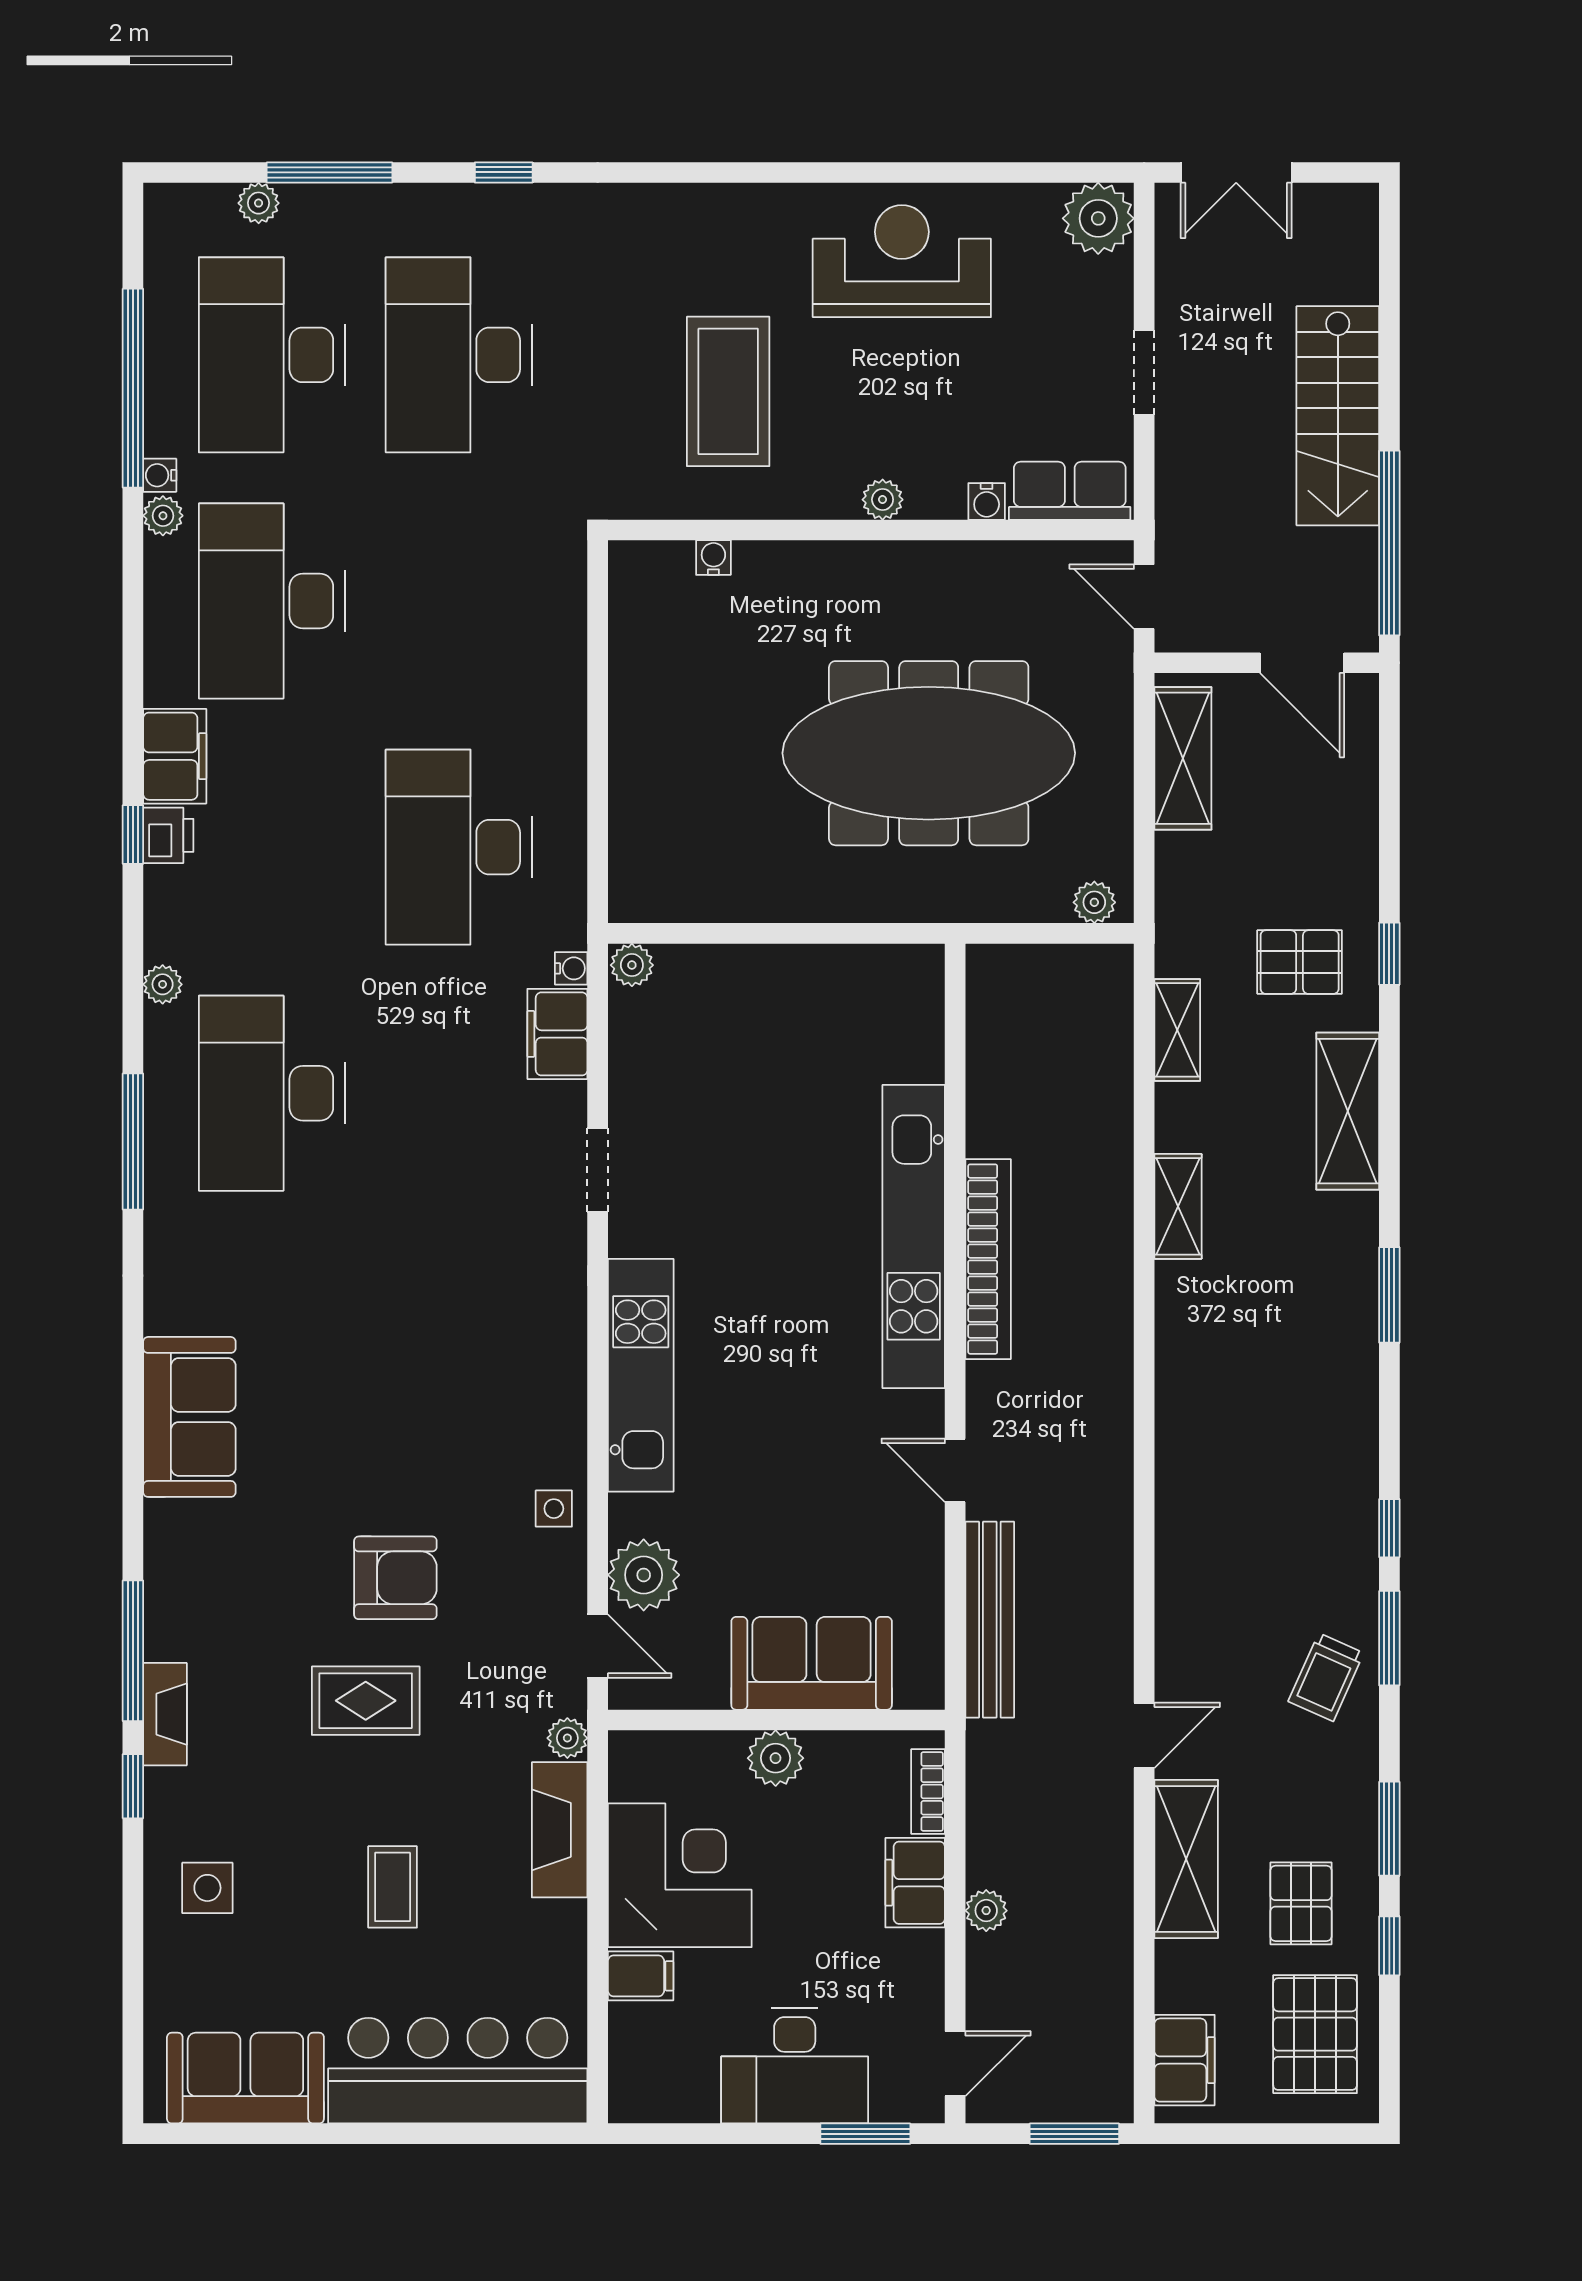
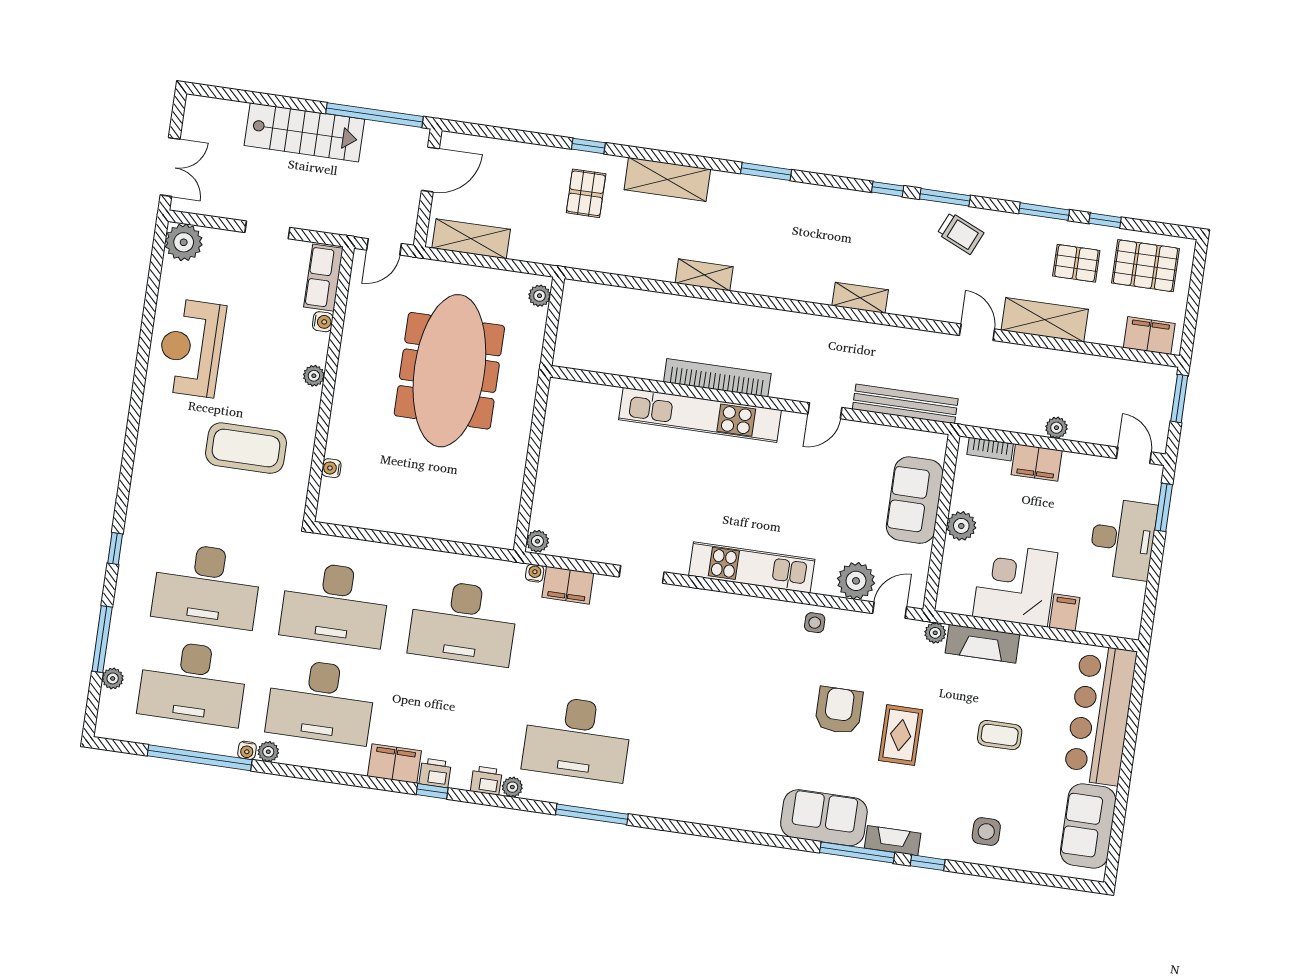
desk: (459, 601) -> (335, 604), added
printer: (168, 934) -> (486, 781), added
shelving: (1177, 1030) -> (860, 298), moved
sofa: (189, 1417) -> (824, 818), moved

